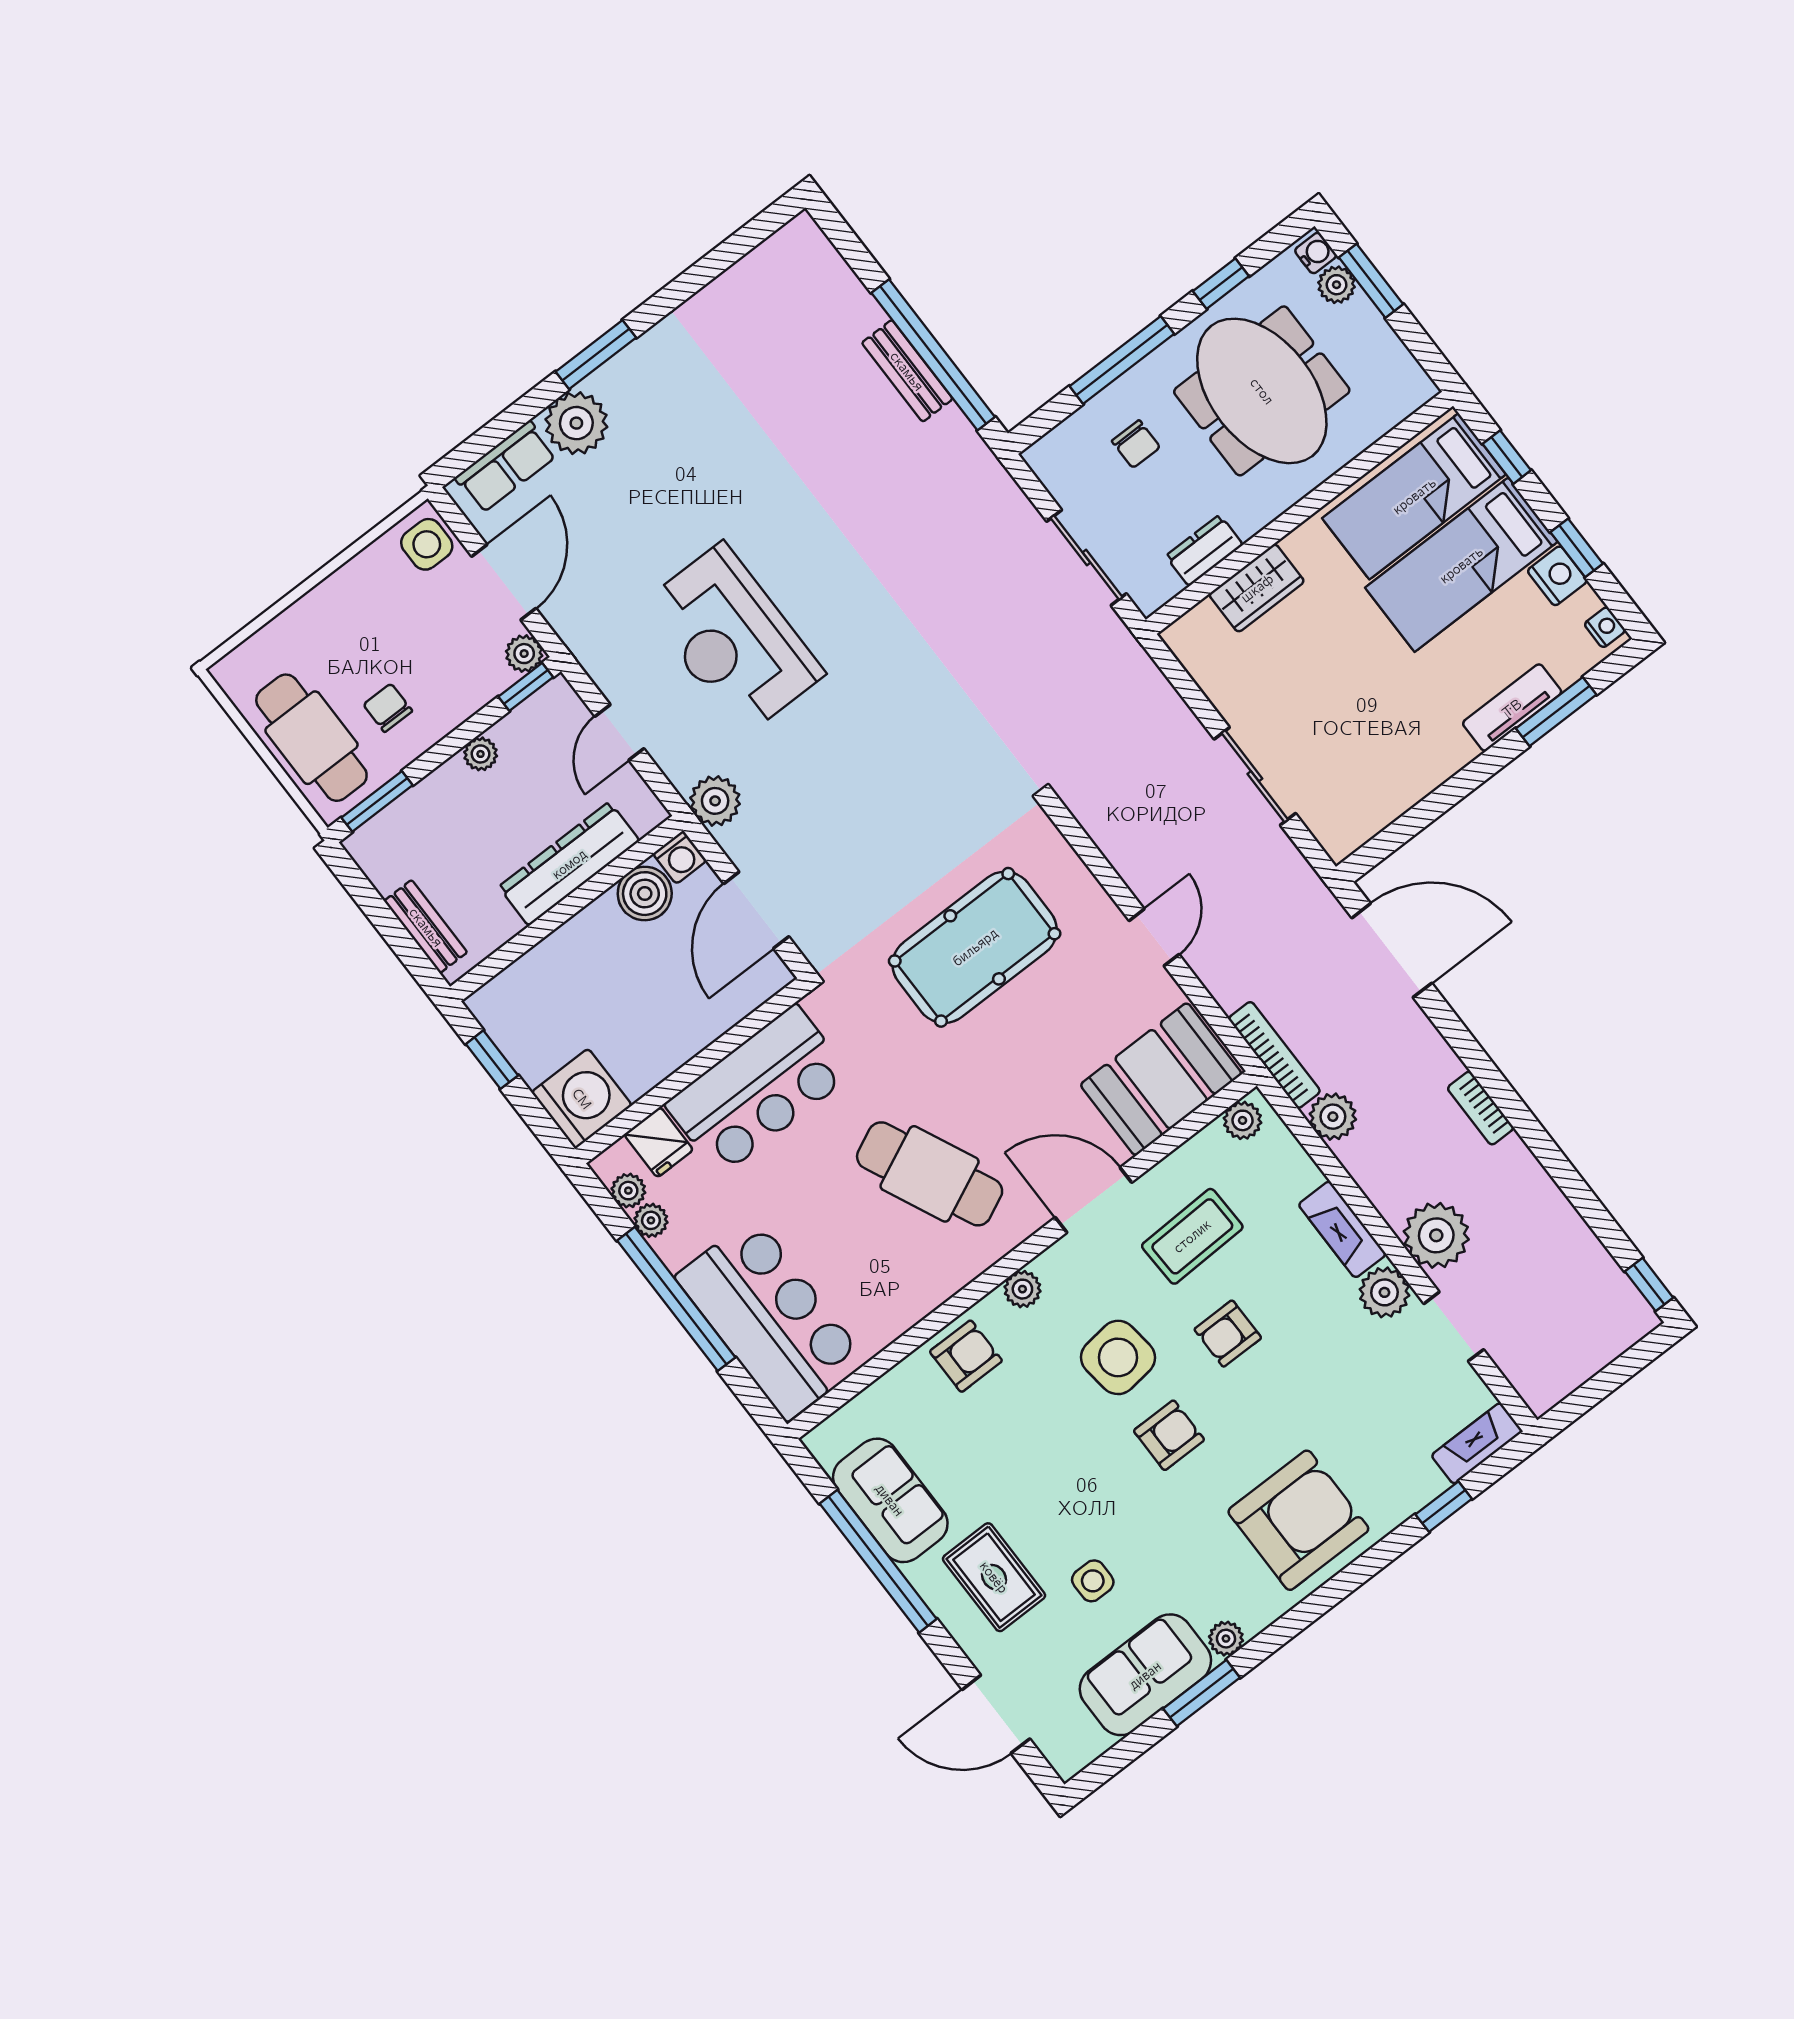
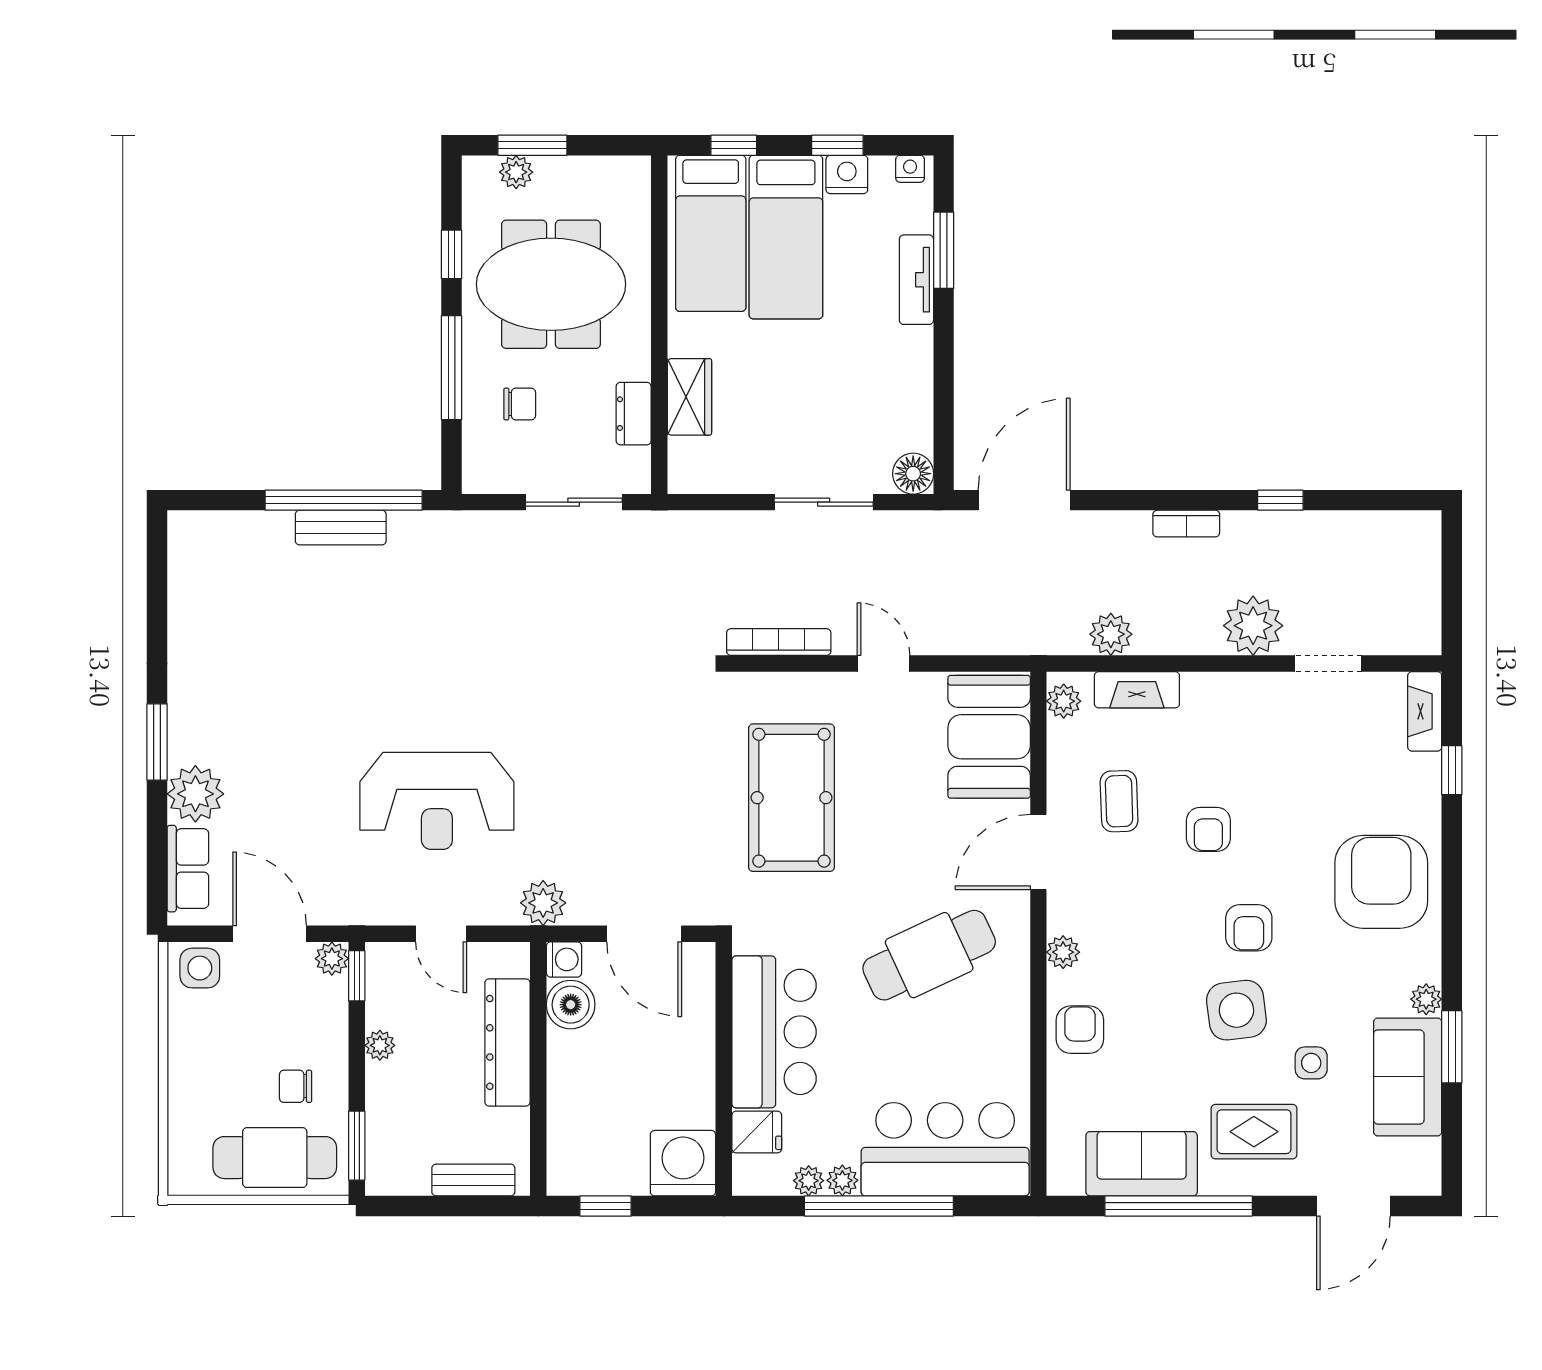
water cooler: (1316, 253) -> (482, 170), removed
floor lamp: (1340, 835) -> (913, 474), added
bookcase: (1274, 1055) -> (779, 642), moved
plant: (628, 1191) -> (842, 1180), moved
fireplace: (1342, 1229) -> (1137, 690), moved
coffee table: (1192, 1236) -> (1119, 801), width x0.73, depth x0.77
window: (1649, 1284) -> (1280, 500), moved
plant: (1384, 1292) -> (1265, 694), removed
side table: (1118, 1357) -> (1236, 1010), moved
armchair: (1169, 1435) -> (1249, 928), turned 180

